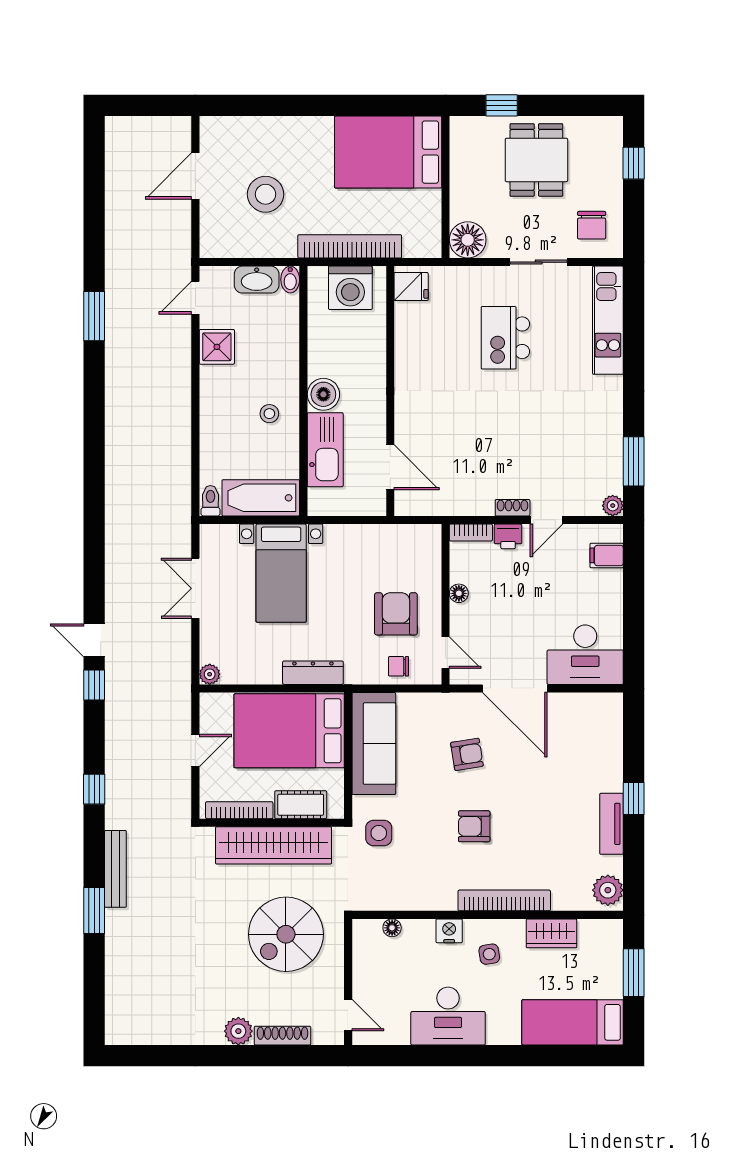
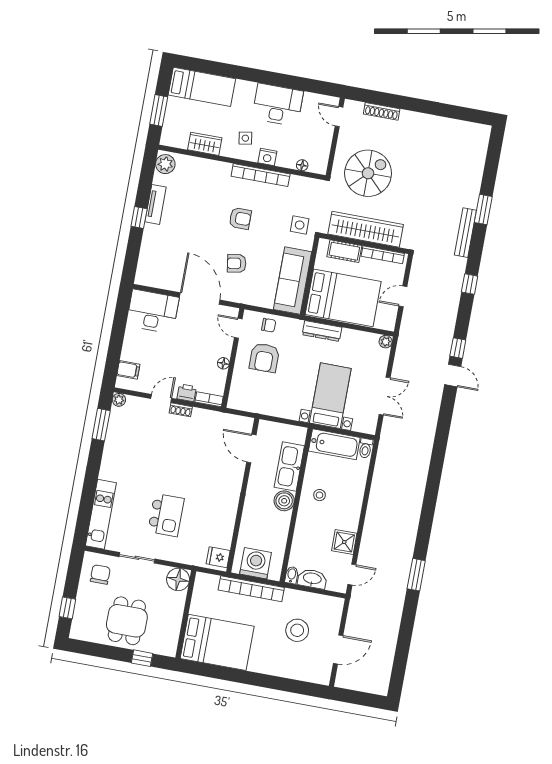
bookcase: (504, 900) -> (261, 175), moved
plant: (238, 1031) -> (408, 119), removed

